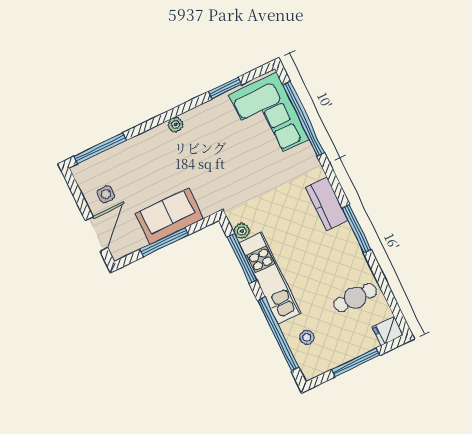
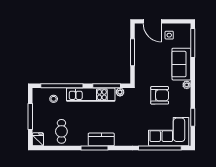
armchair: (215, 162) -> (160, 95), added
kitchen counter: (327, 204) -> (101, 139), moved
sofa: (169, 216) -> (181, 64), moved, turned 180

